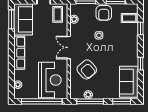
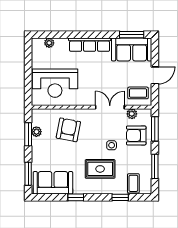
armchair: (104, 13) -> (136, 135), moved
rug: (118, 44) -> (100, 169), added
double door: (69, 47) -> (110, 107), moved
armchair: (87, 69) -> (68, 130), turned 142
window: (42, 101) -> (28, 73), removed
window: (90, 101) -> (28, 134), width x0.69

